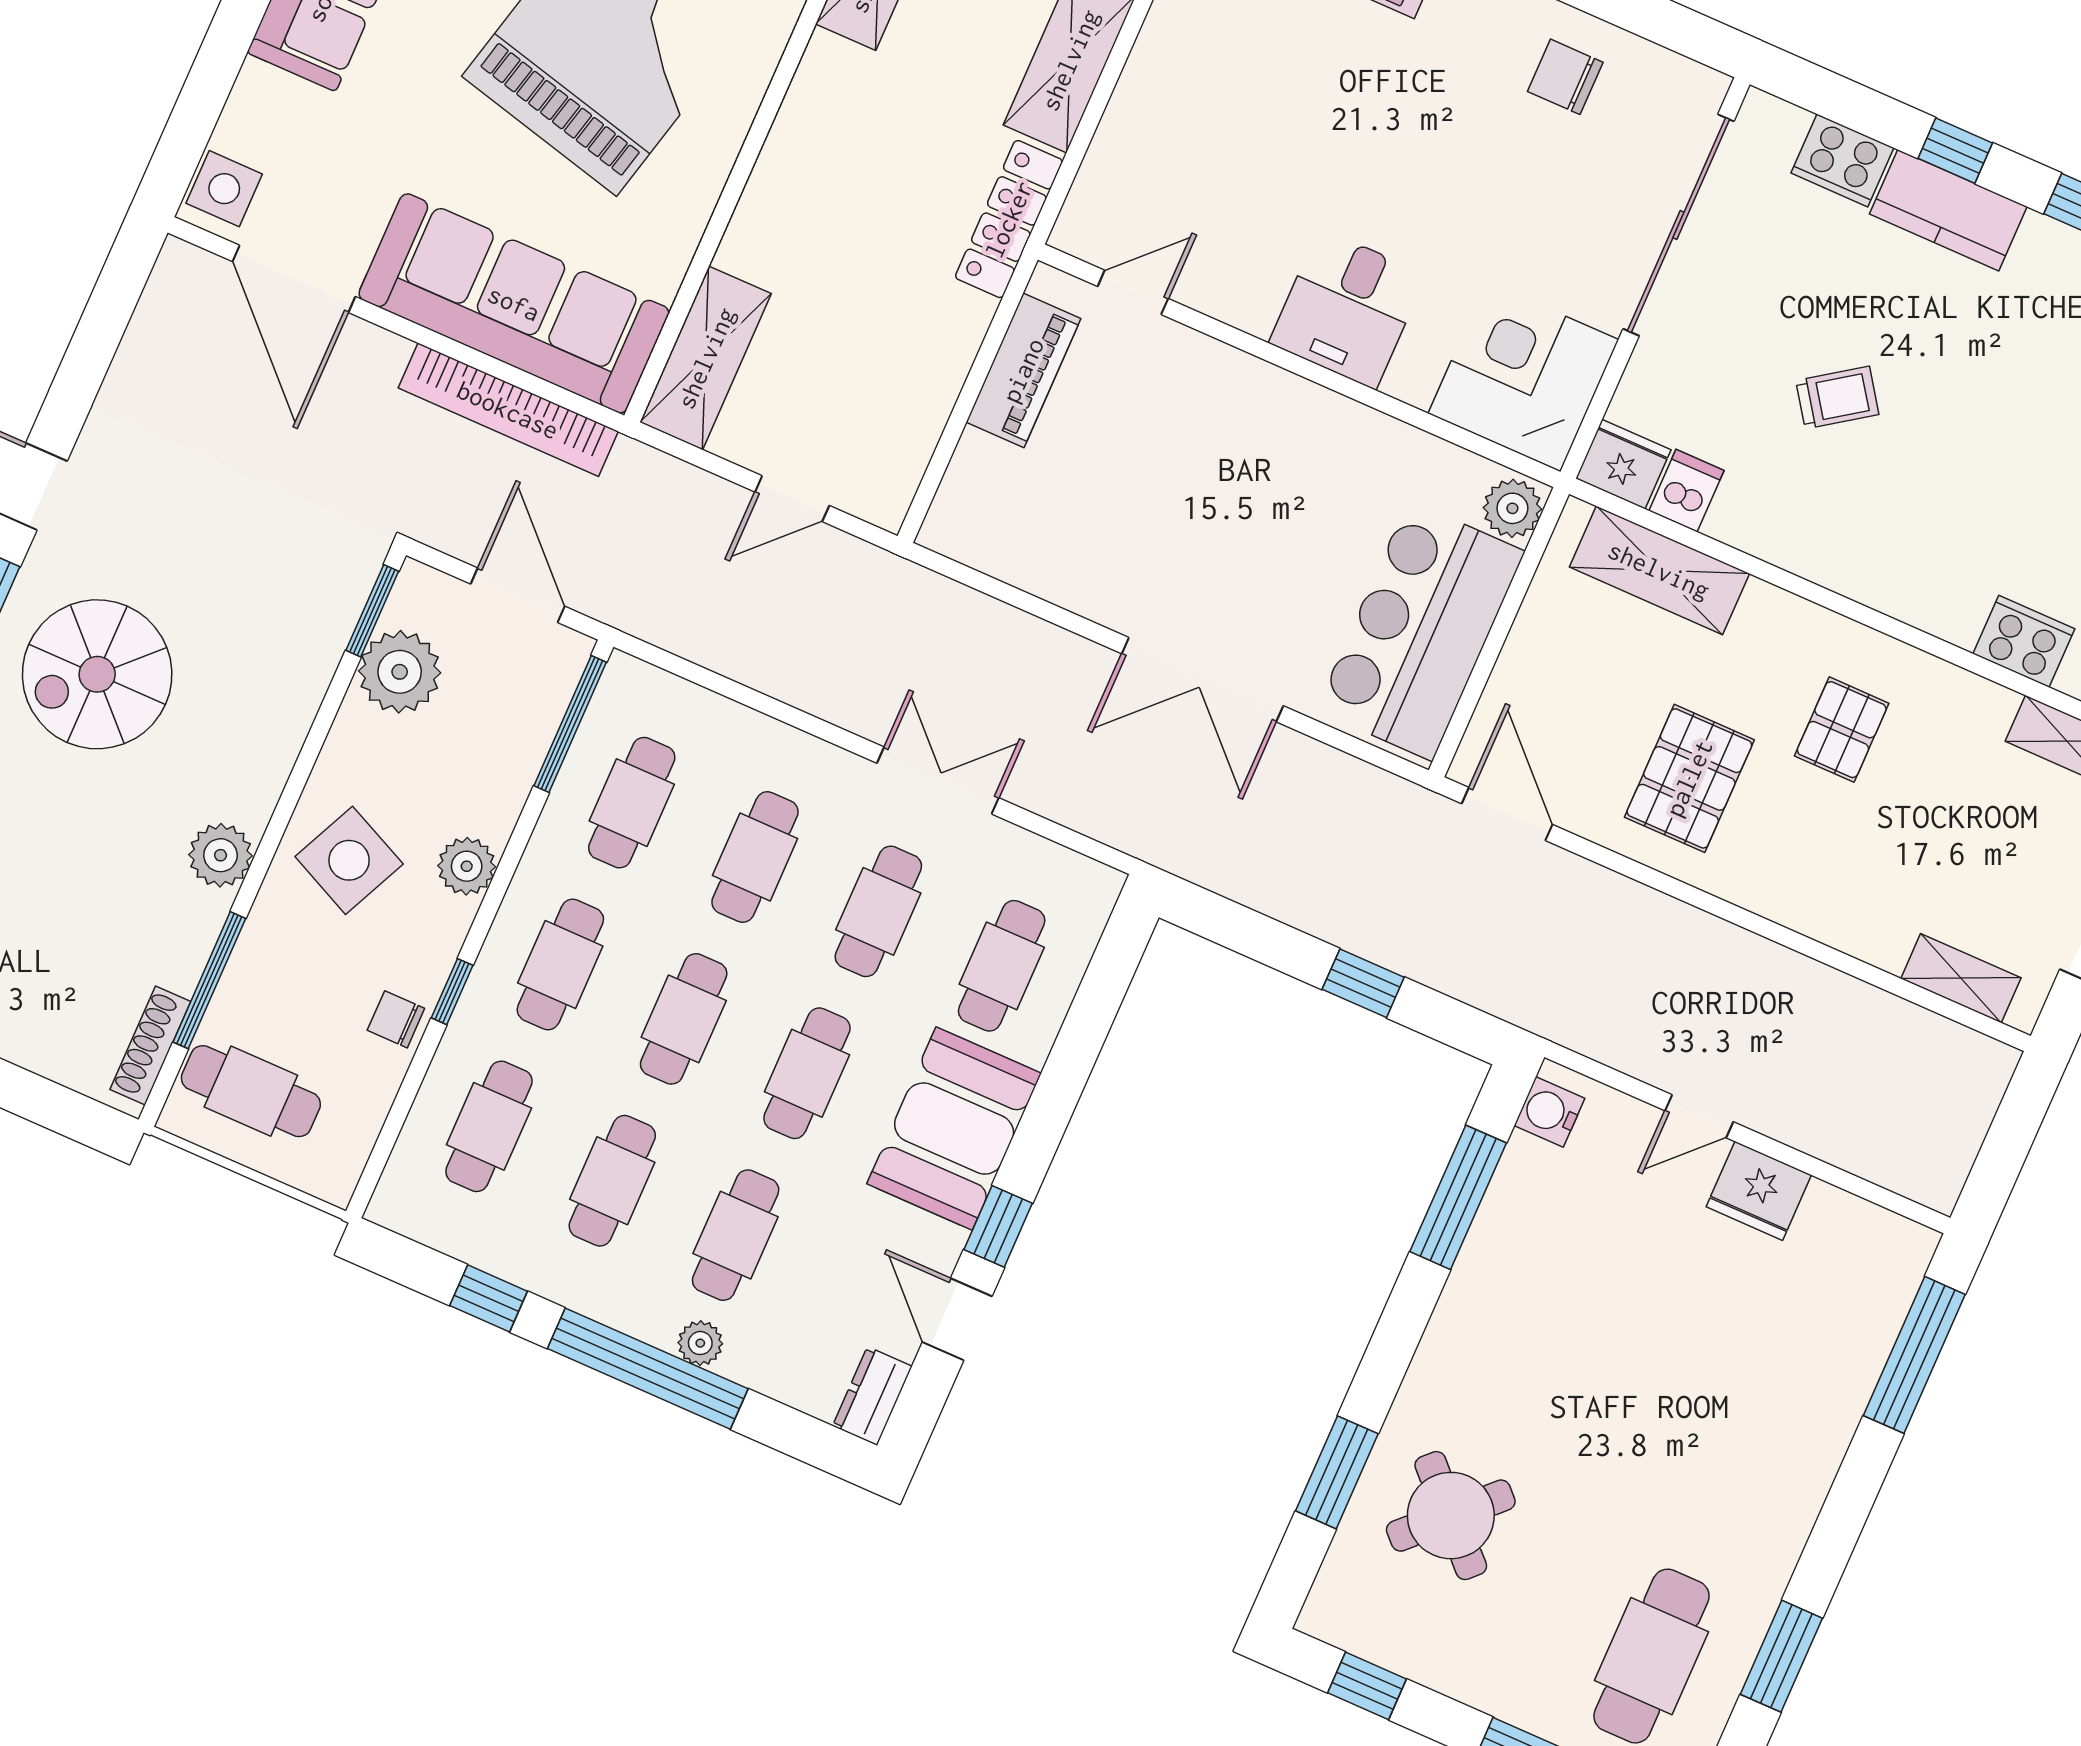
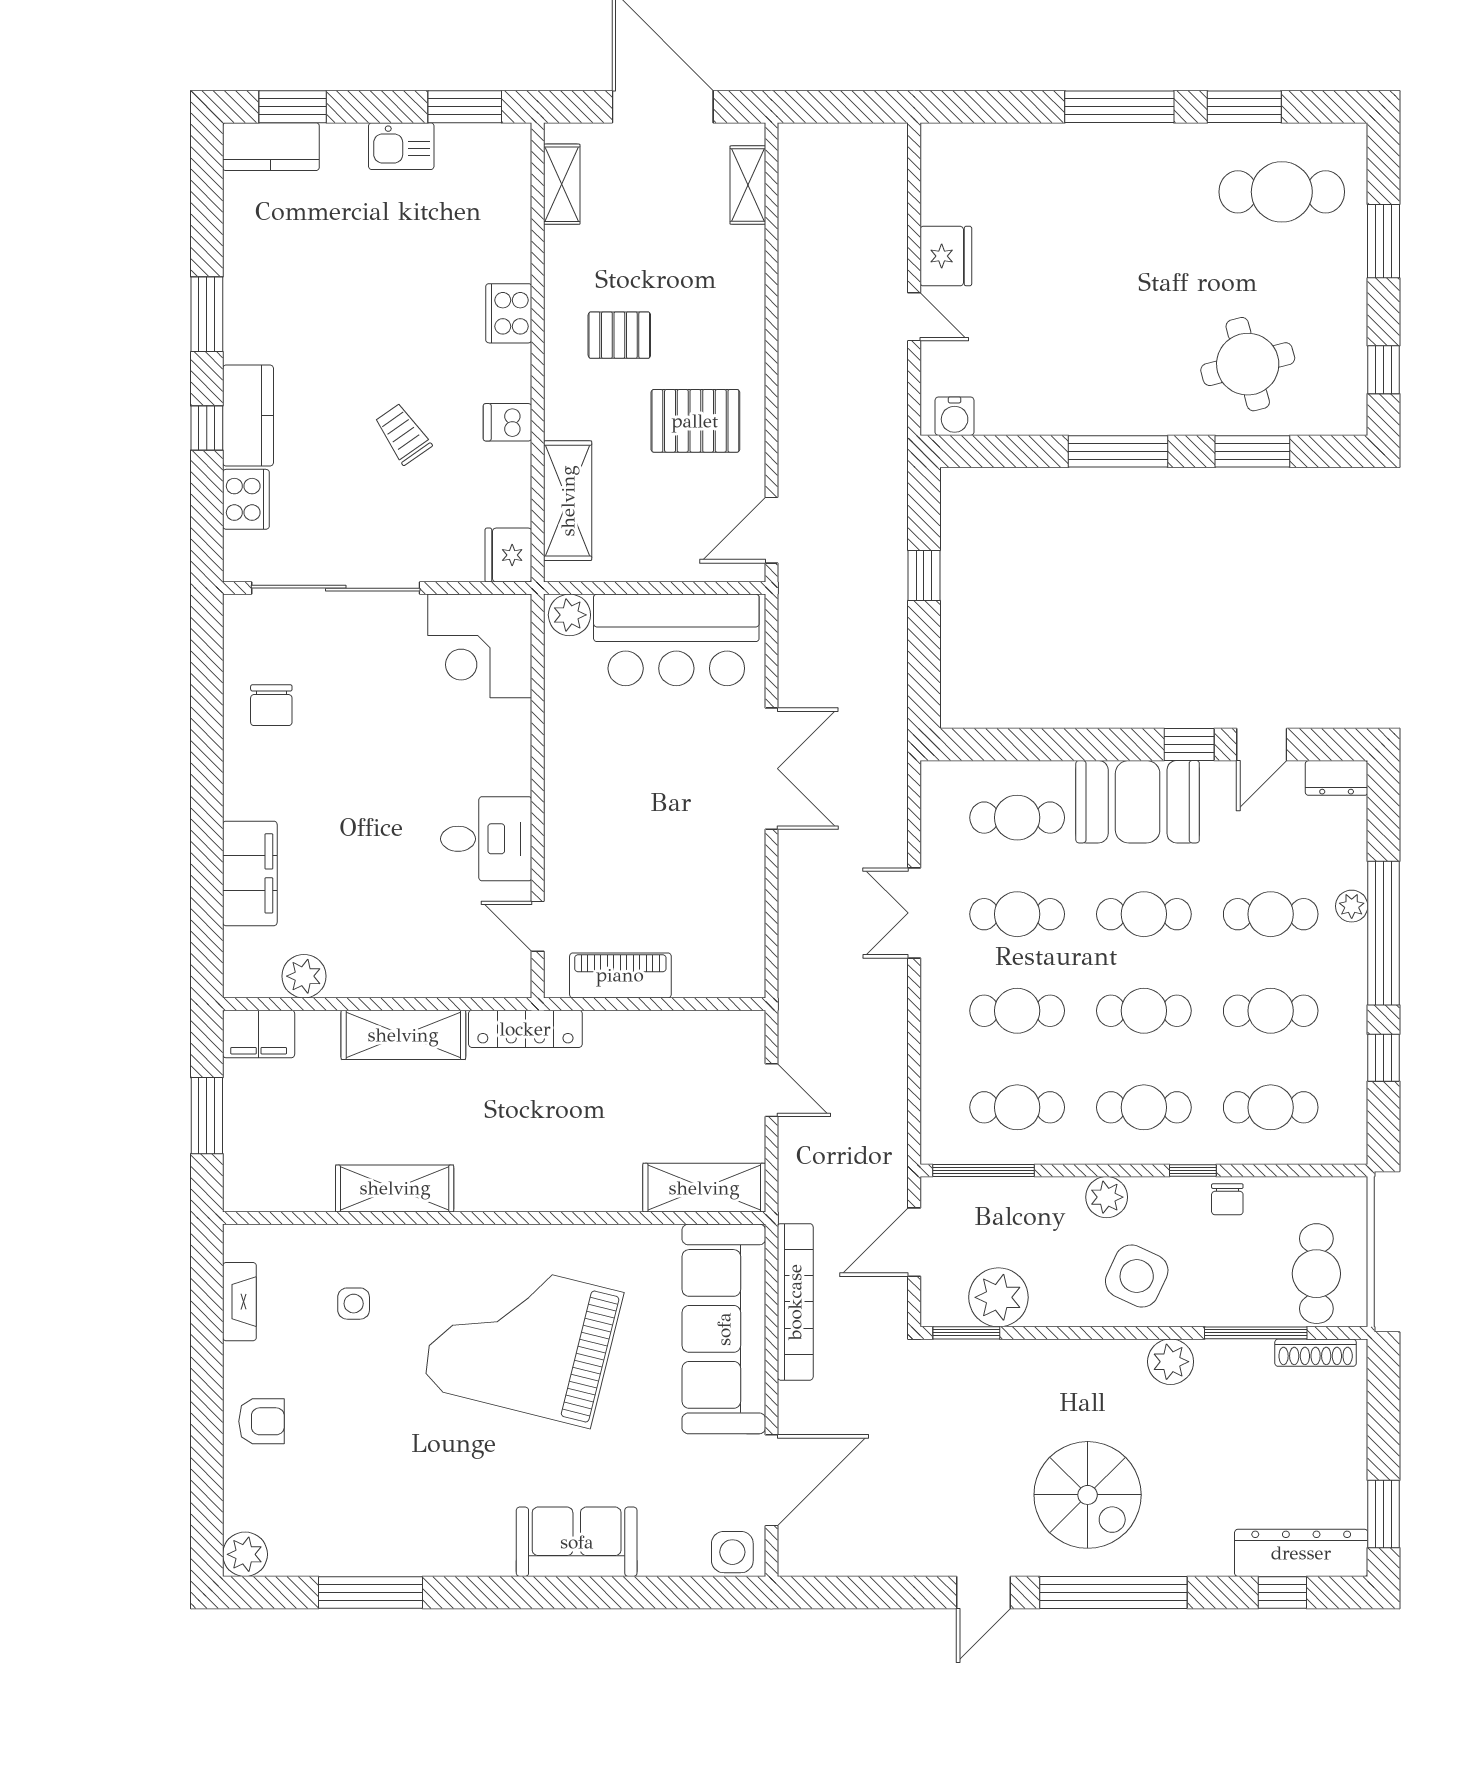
desk: (1348, 309) -> (486, 839), moved
dishwasher: (1686, 491) -> (508, 422), moved
cooker: (2024, 641) -> (509, 313), moved
window: (1458, 1197) -> (1118, 451), moved
window: (1914, 1355) -> (1119, 107), moved
round table: (1451, 1516) -> (1248, 364), turned 30

